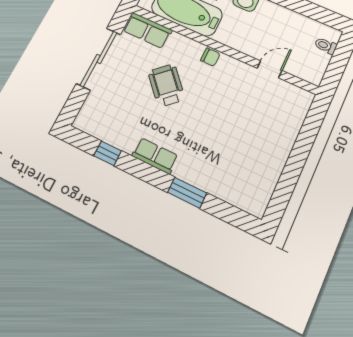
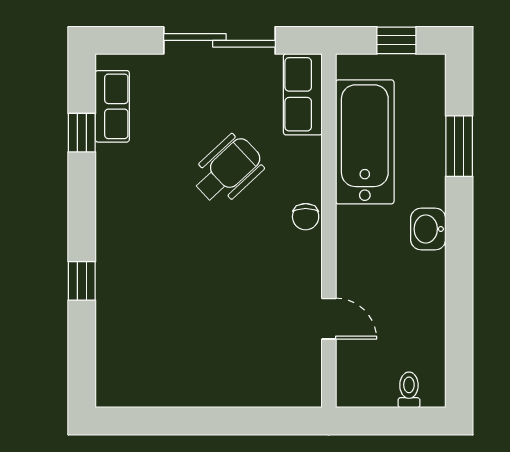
row of seats: (155, 156) -> (112, 106), moved
window: (187, 193) -> (82, 281), width x0.67

